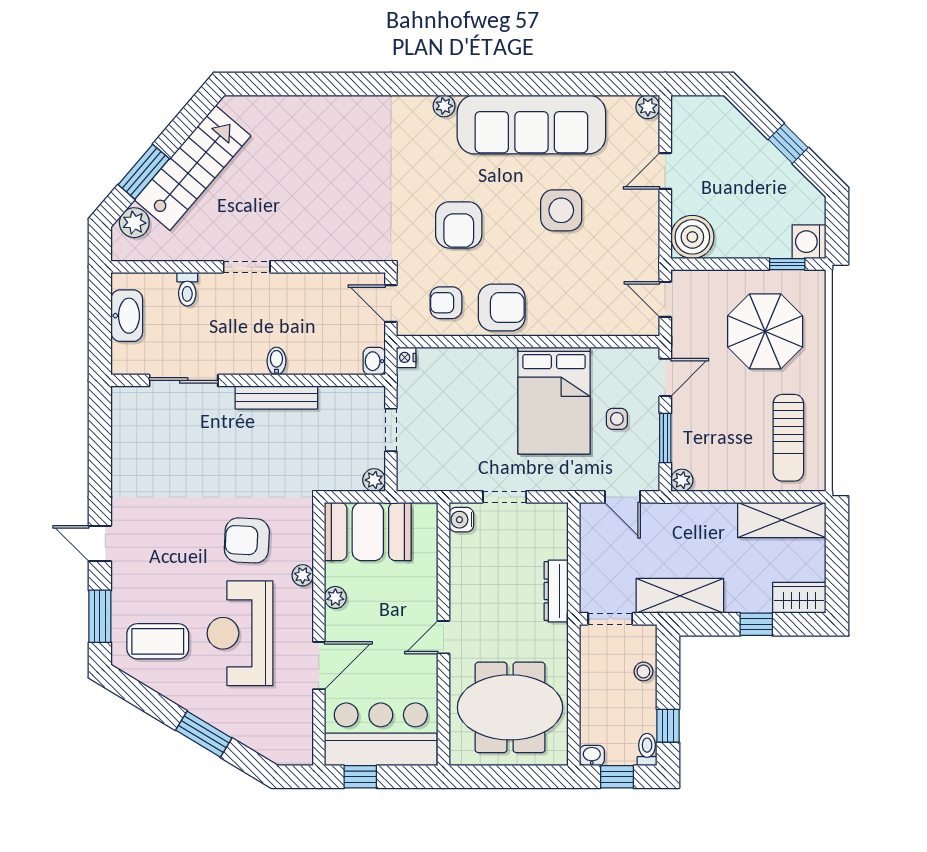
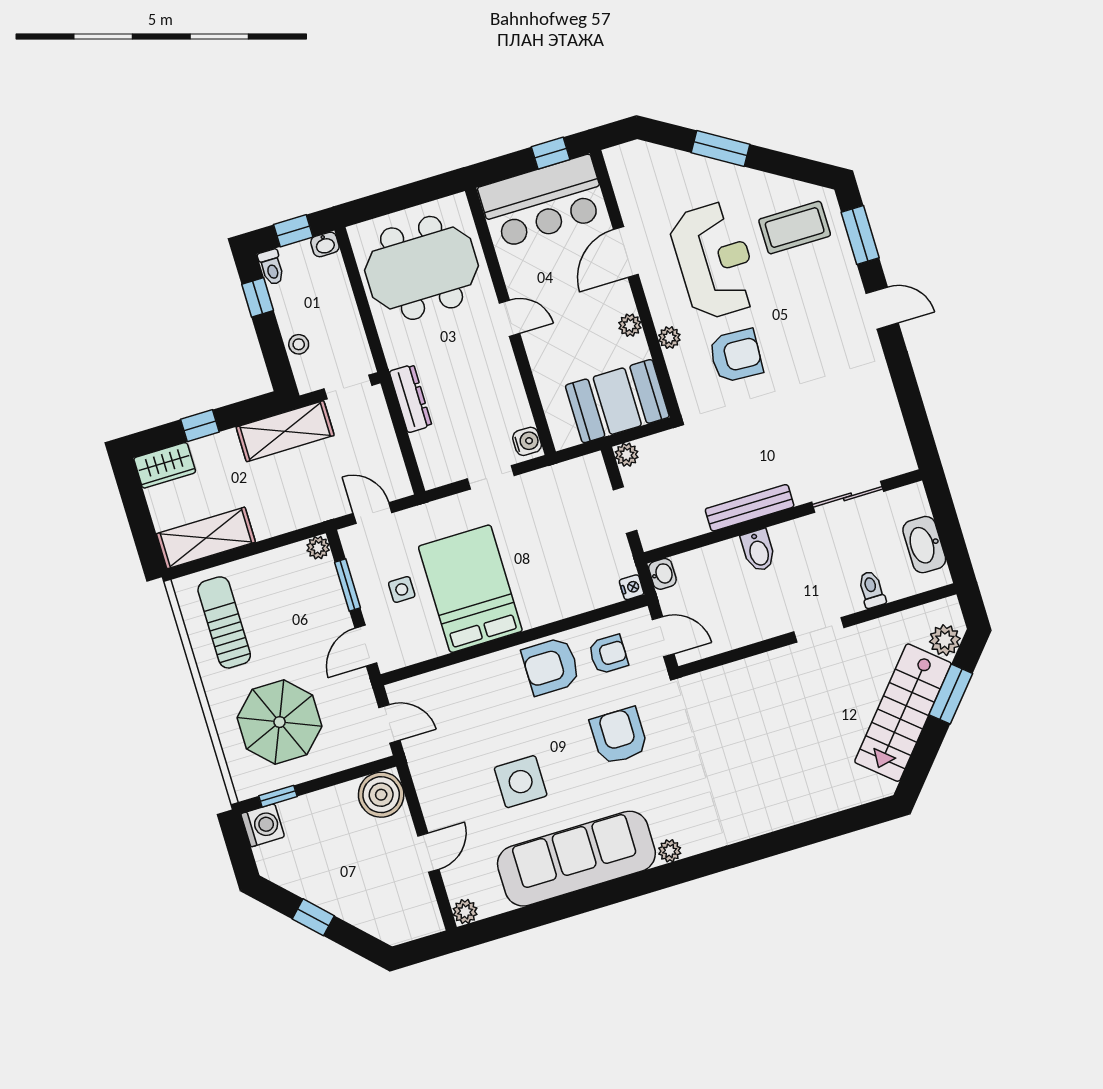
bidet: (276, 361) -> (758, 550), width x1.38, depth x1.36
door: (444, 637) -> (509, 318), hinge flipped

